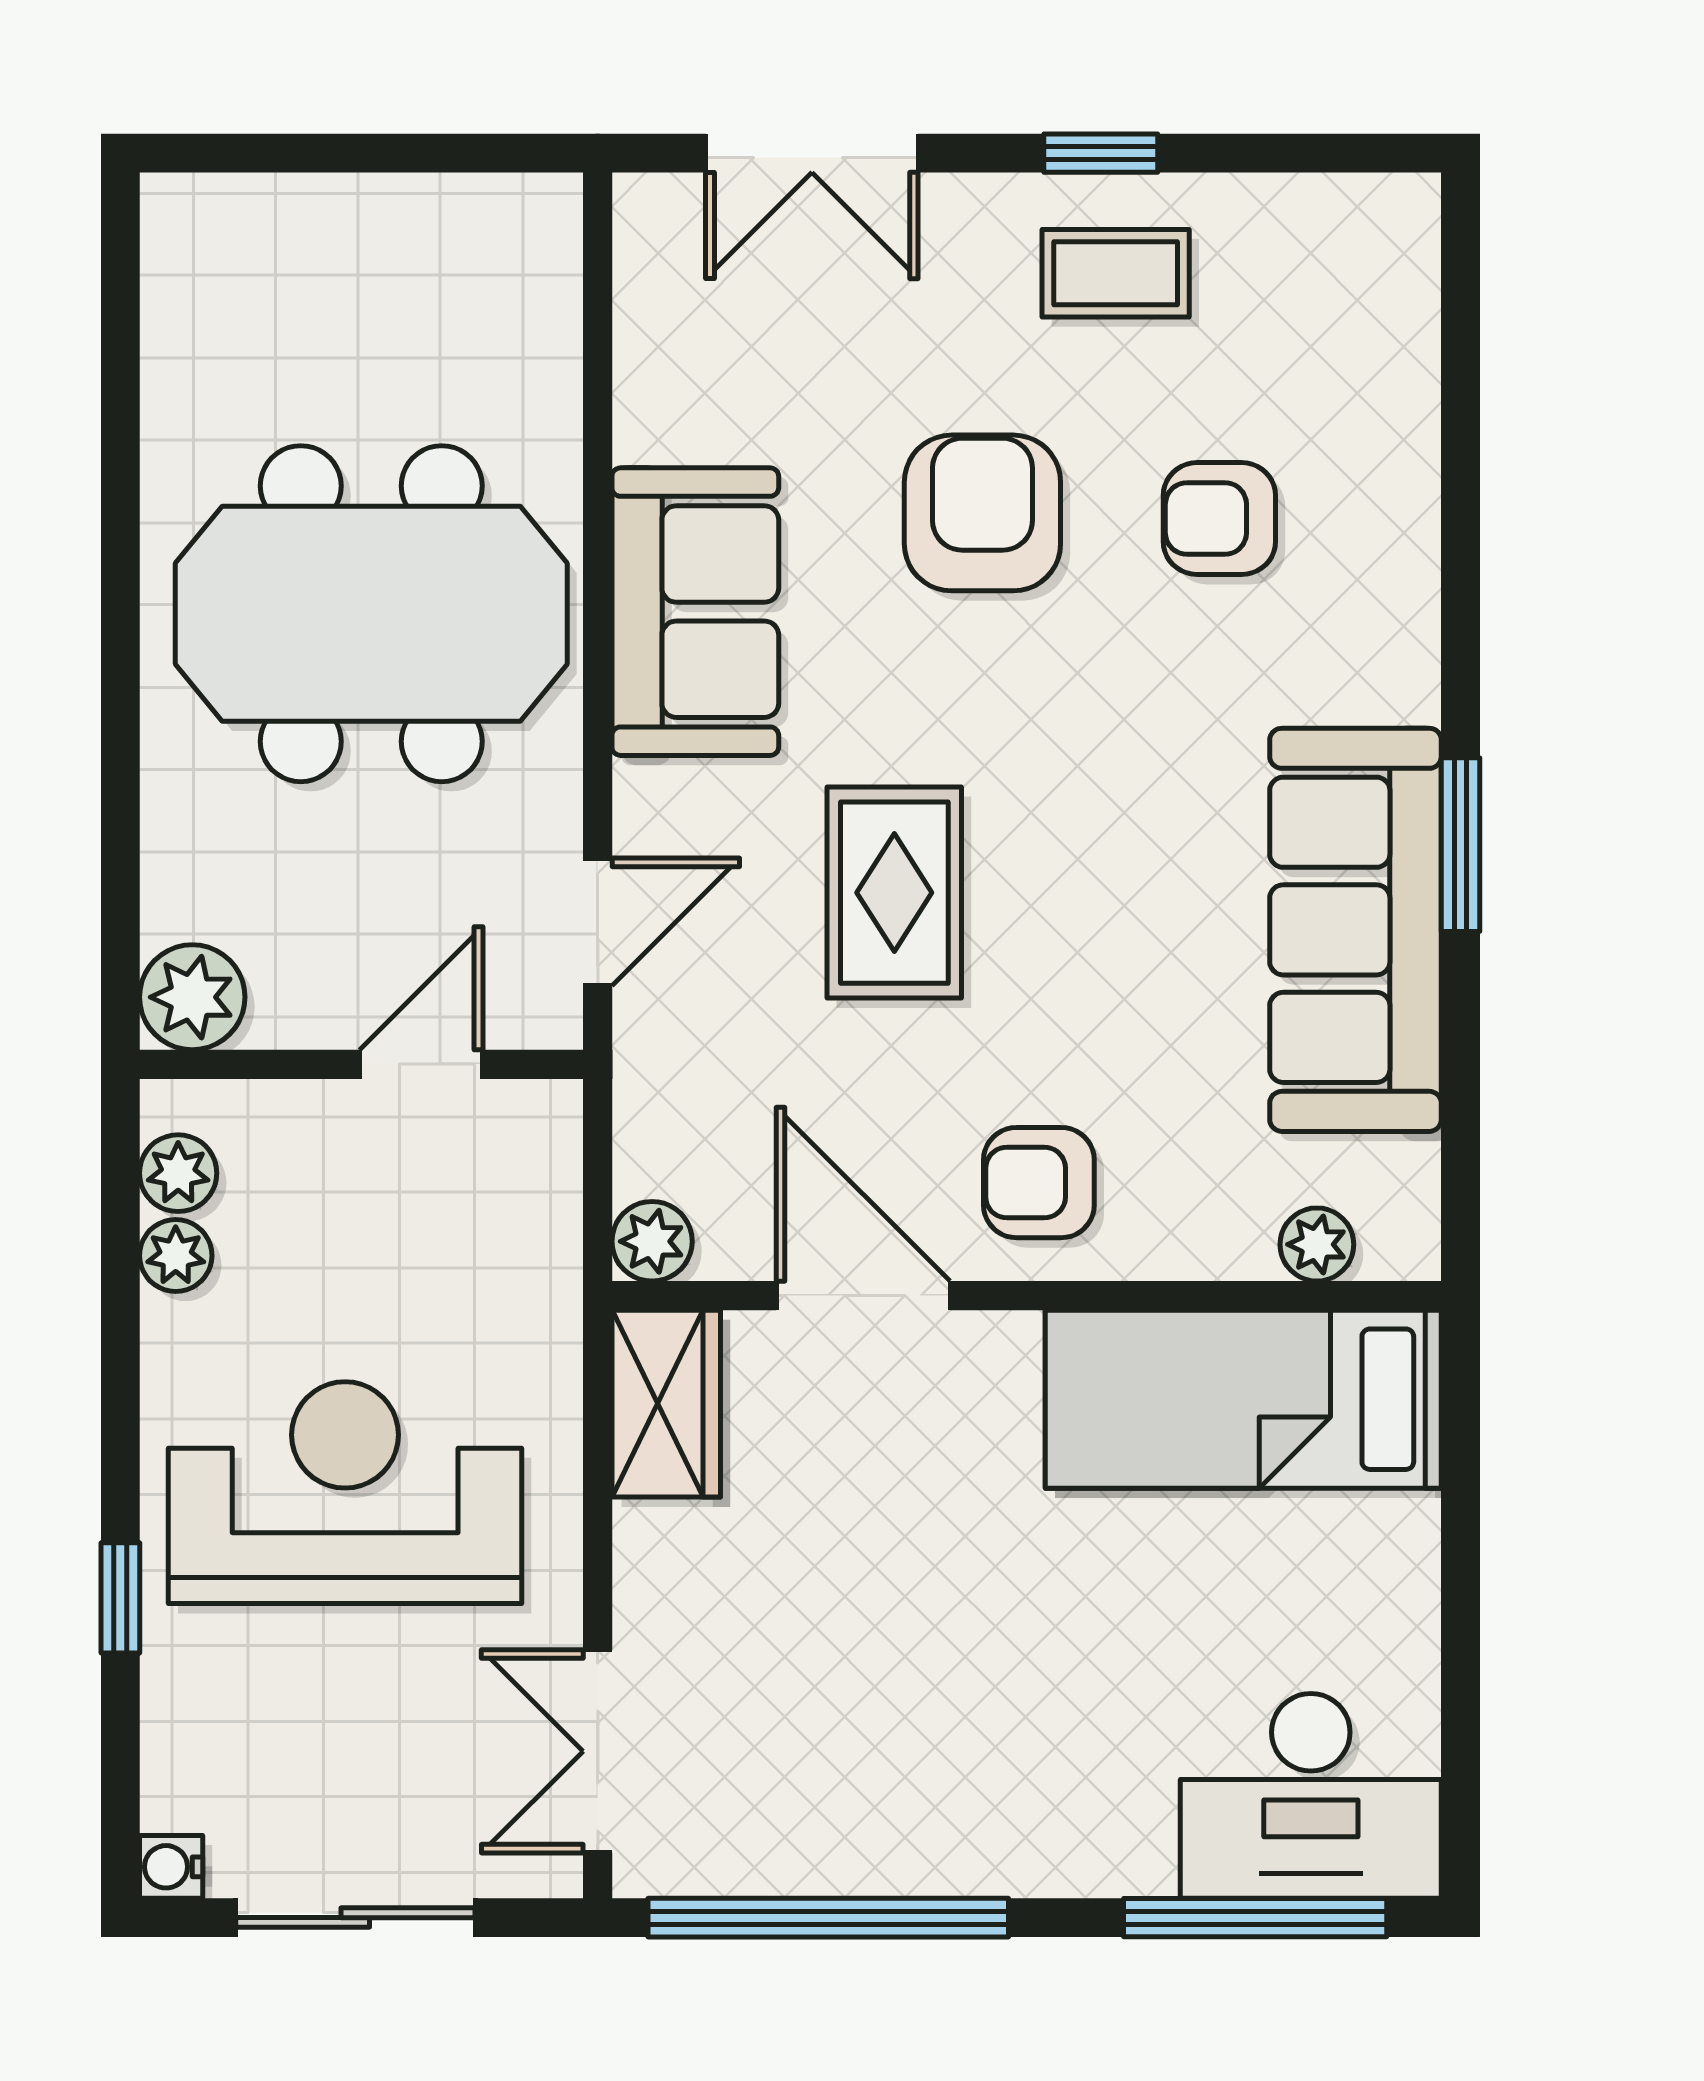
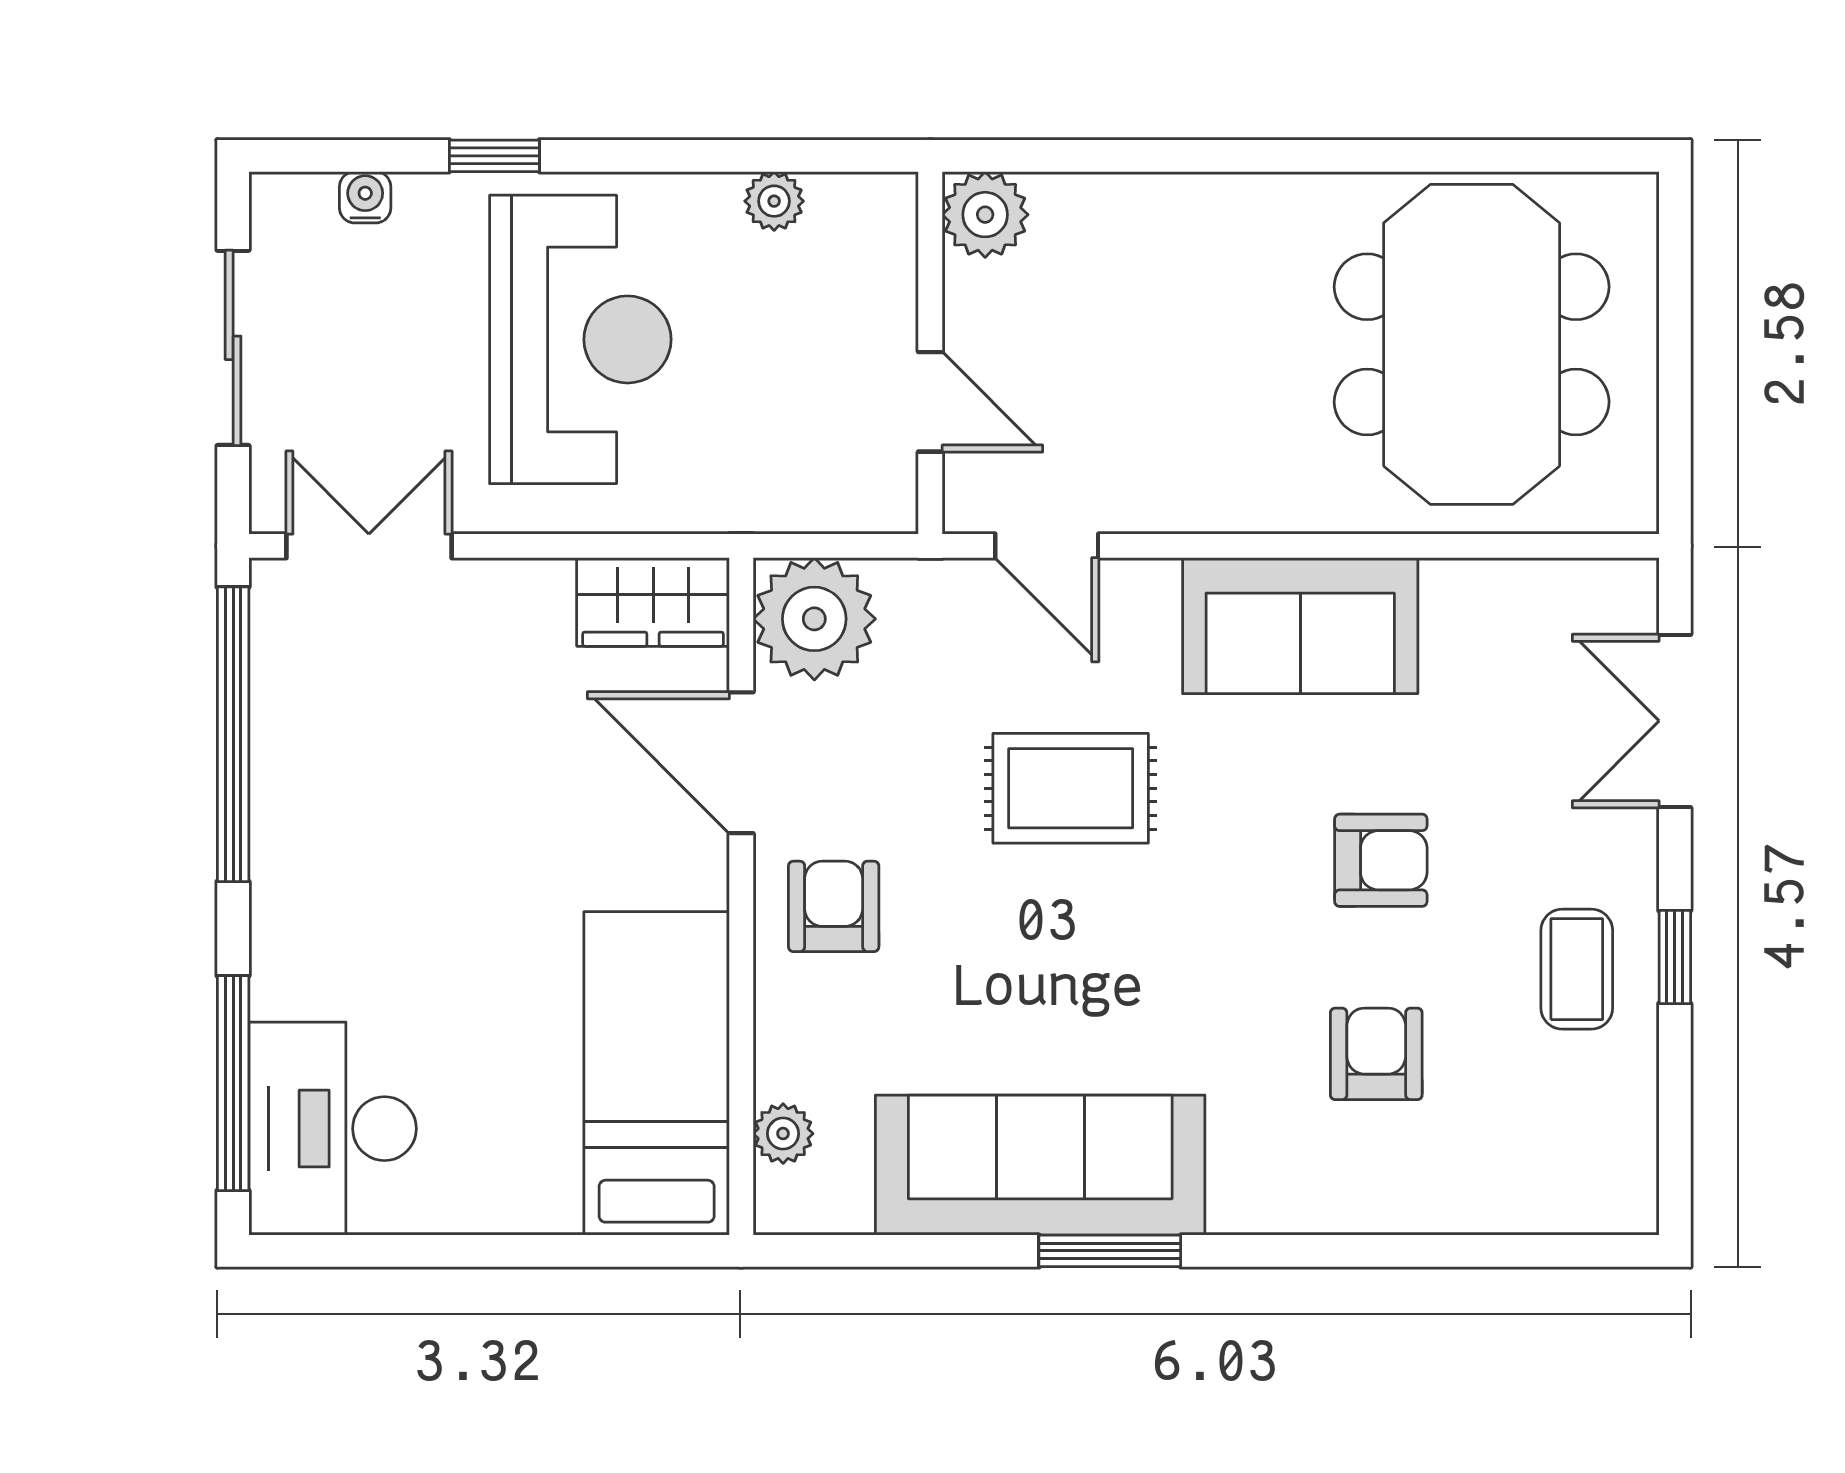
armchair: (982, 513) -> (1381, 860), width x0.72, depth x0.72
meeting table: (371, 614) -> (1472, 344), moved
plant: (178, 1173) -> (841, 203), removed
plant: (652, 1241) -> (814, 619), width x1.88, depth x1.88
door: (863, 1296) -> (741, 763), swing flipped
water cooler: (171, 1867) -> (365, 197), moved

